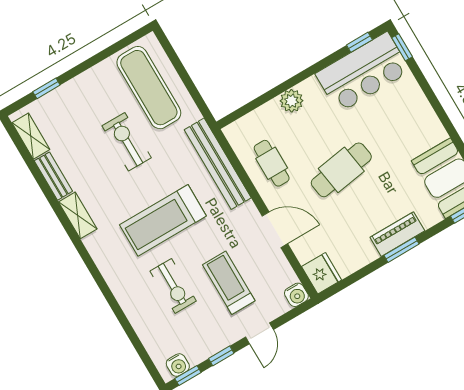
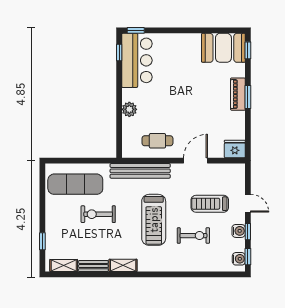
cafe table: (341, 170) -> (184, 104), removed
water cooler: (296, 295) -> (239, 231), moved

